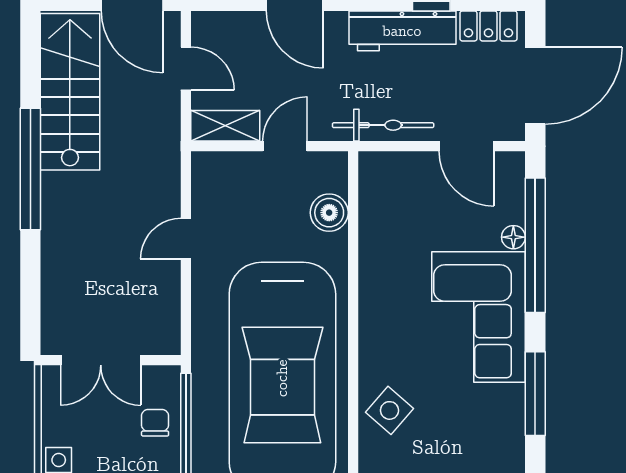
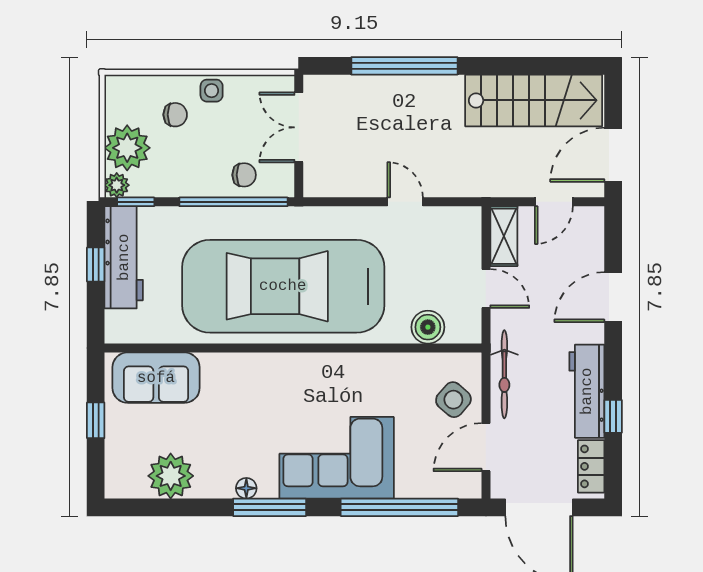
window: (30, 169) -> (404, 66), moved
floor lamp: (513, 237) -> (246, 488), moved
side table: (390, 410) -> (453, 400), moved

